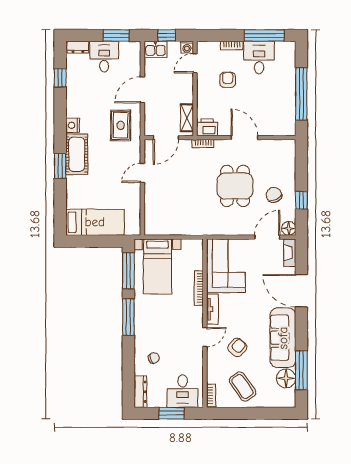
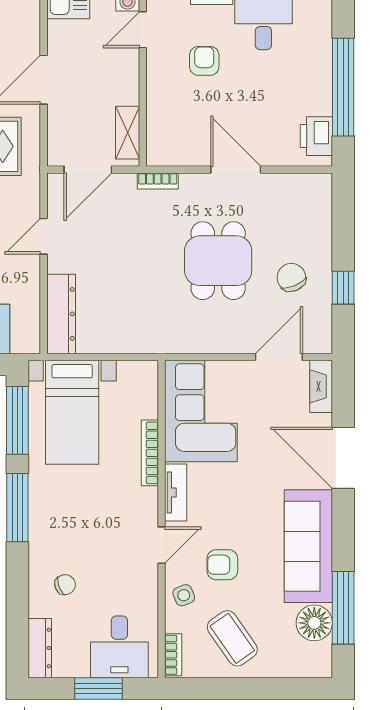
printer: (207, 127) -> (316, 136), moved, turned -90
dresser: (152, 214) -> (61, 314), added
floor lamp: (289, 228) -> (319, 341), removed
armchair: (237, 347) -> (222, 565), turned -131
side table: (217, 364) -> (184, 595), added

